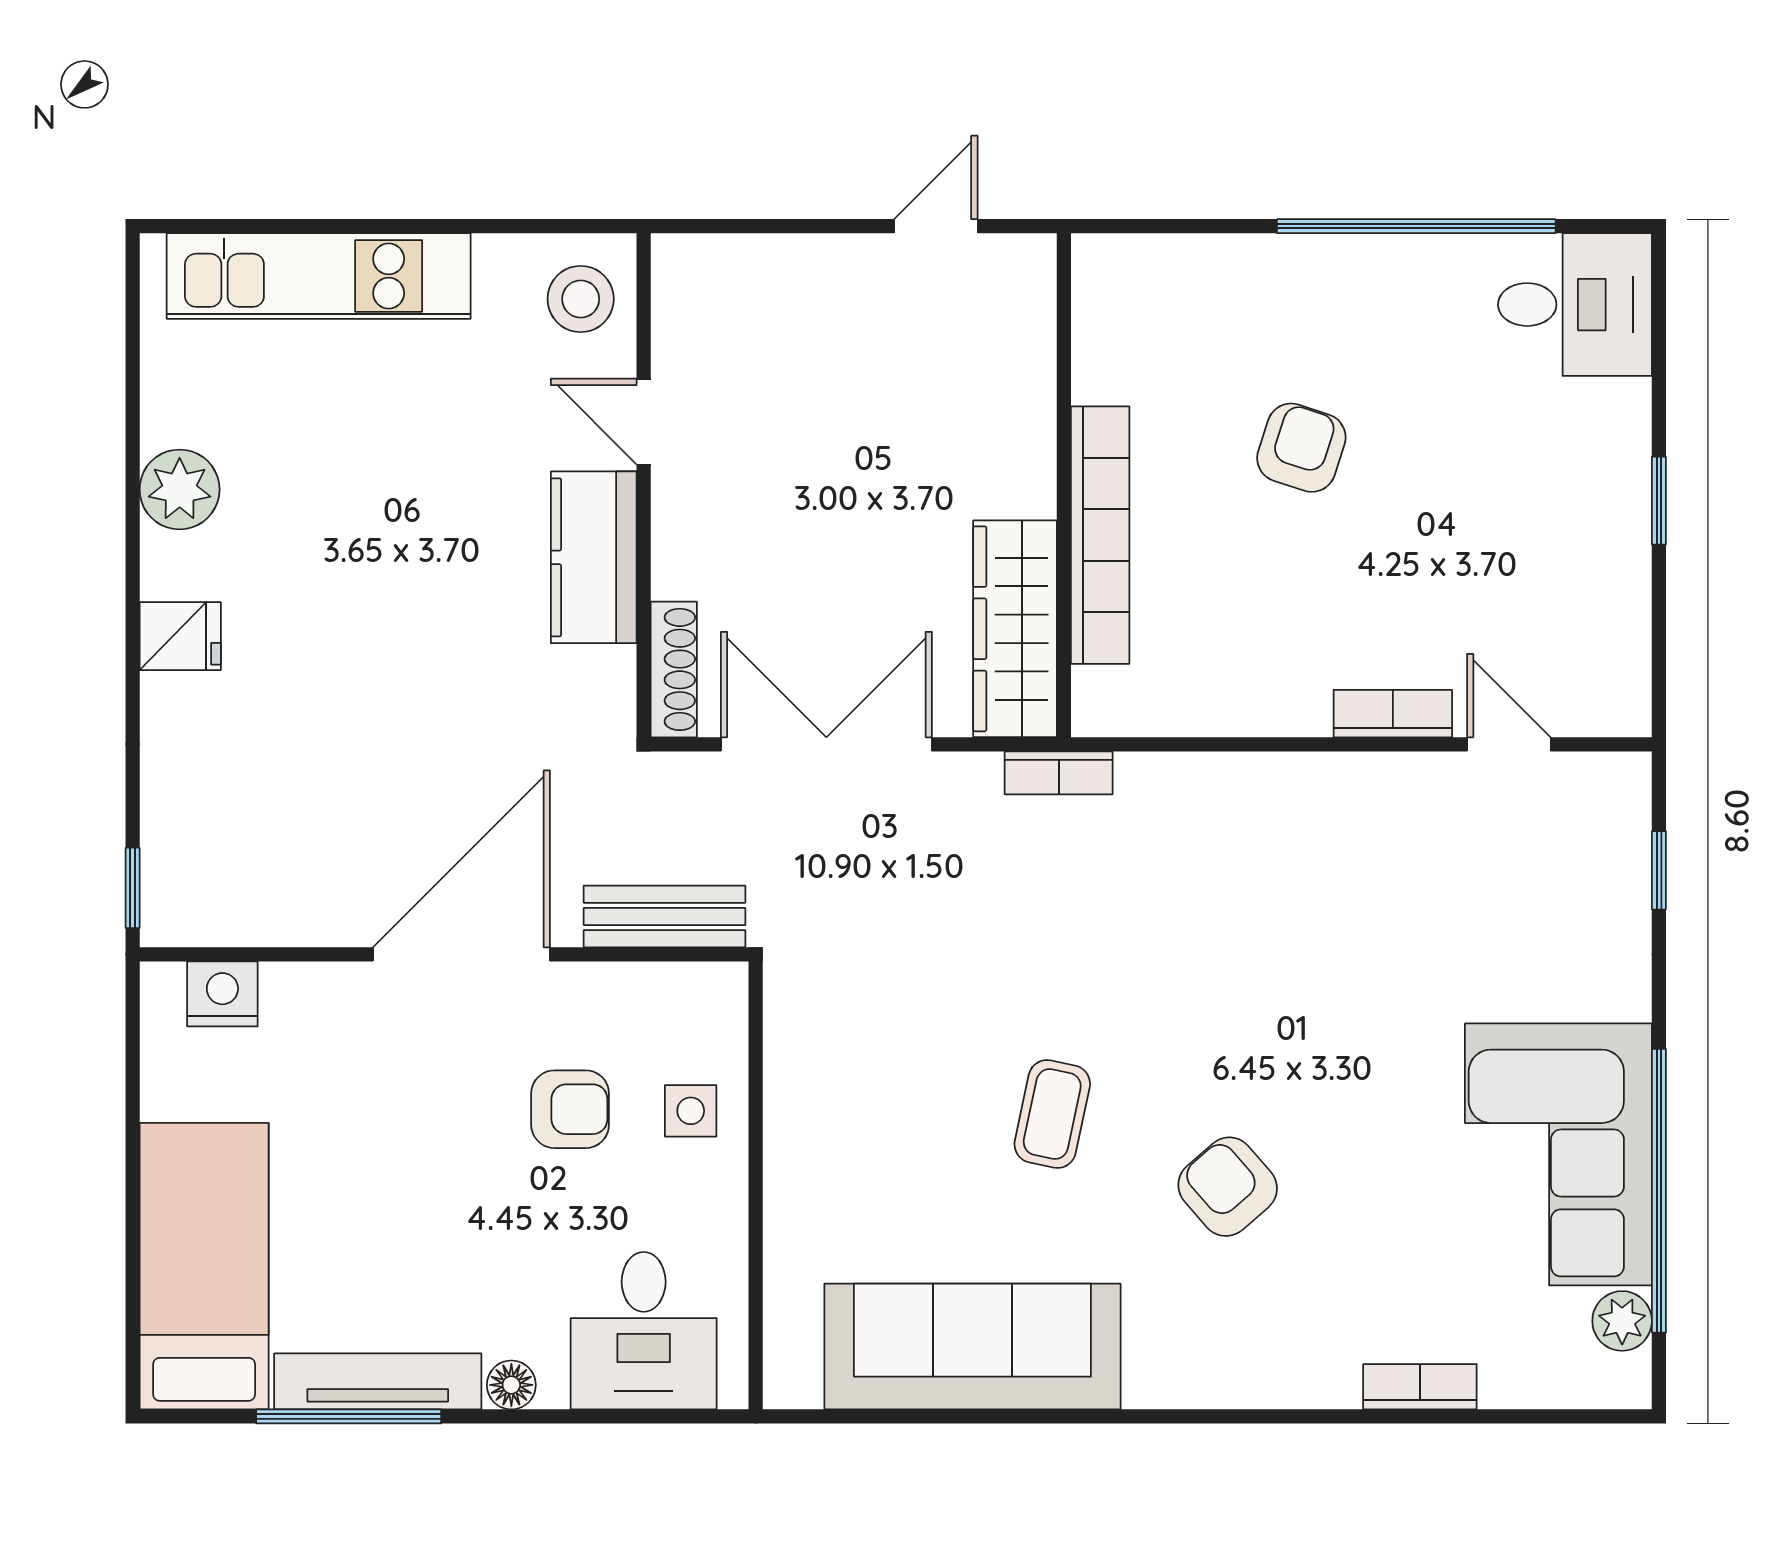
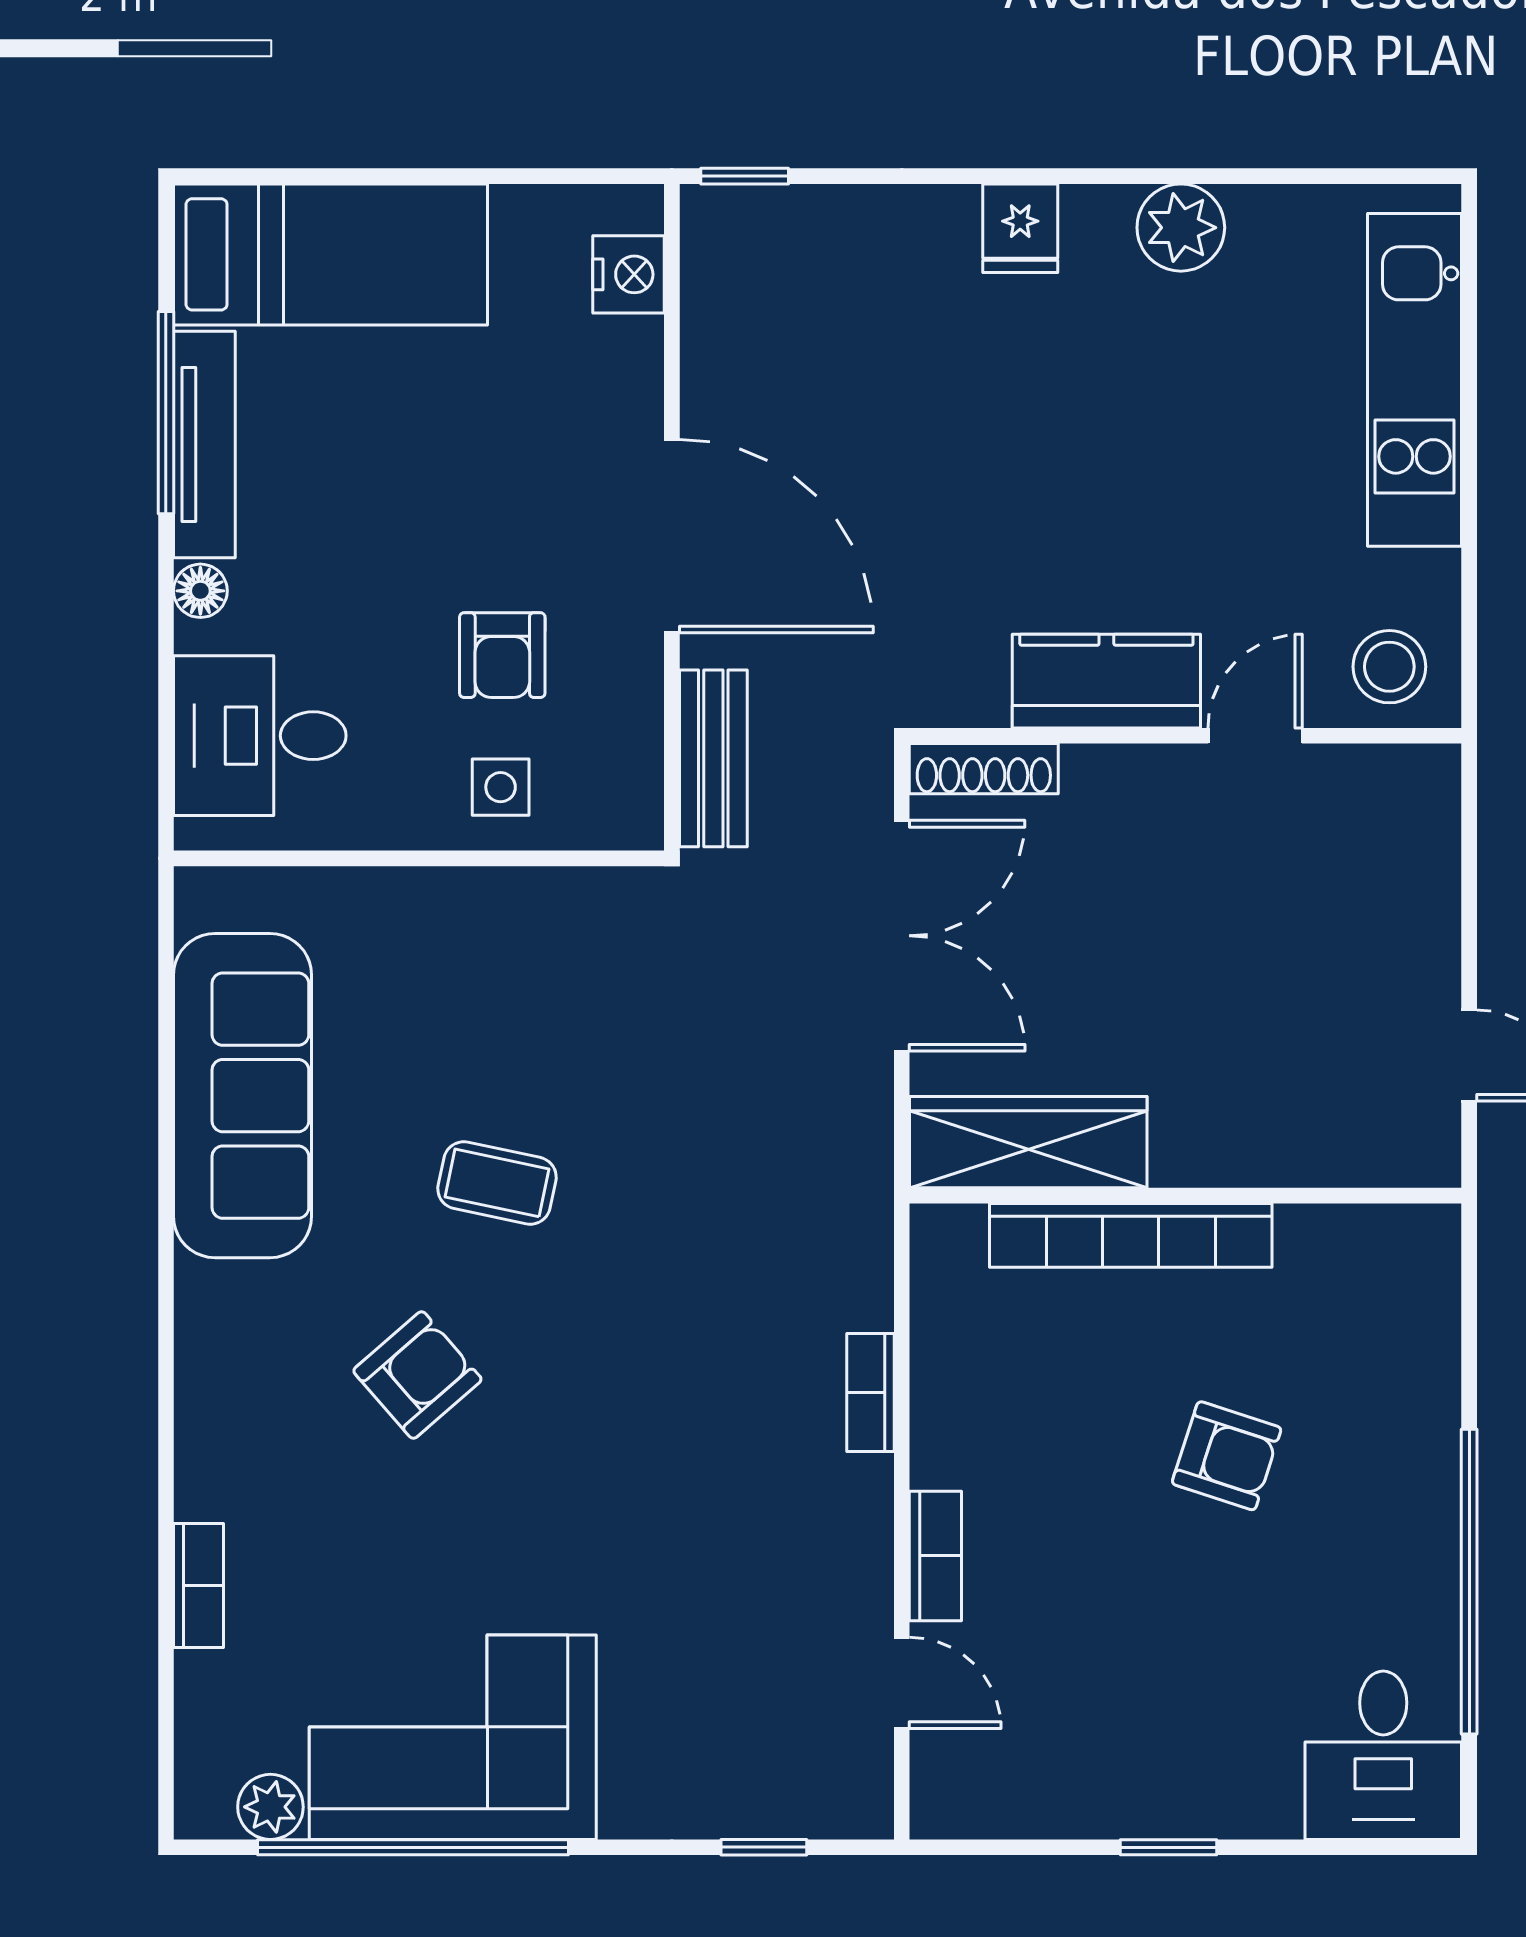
door: (1509, 744) -> (902, 1683), hinge flipped
bookcase: (1059, 773) -> (871, 1392), moved

